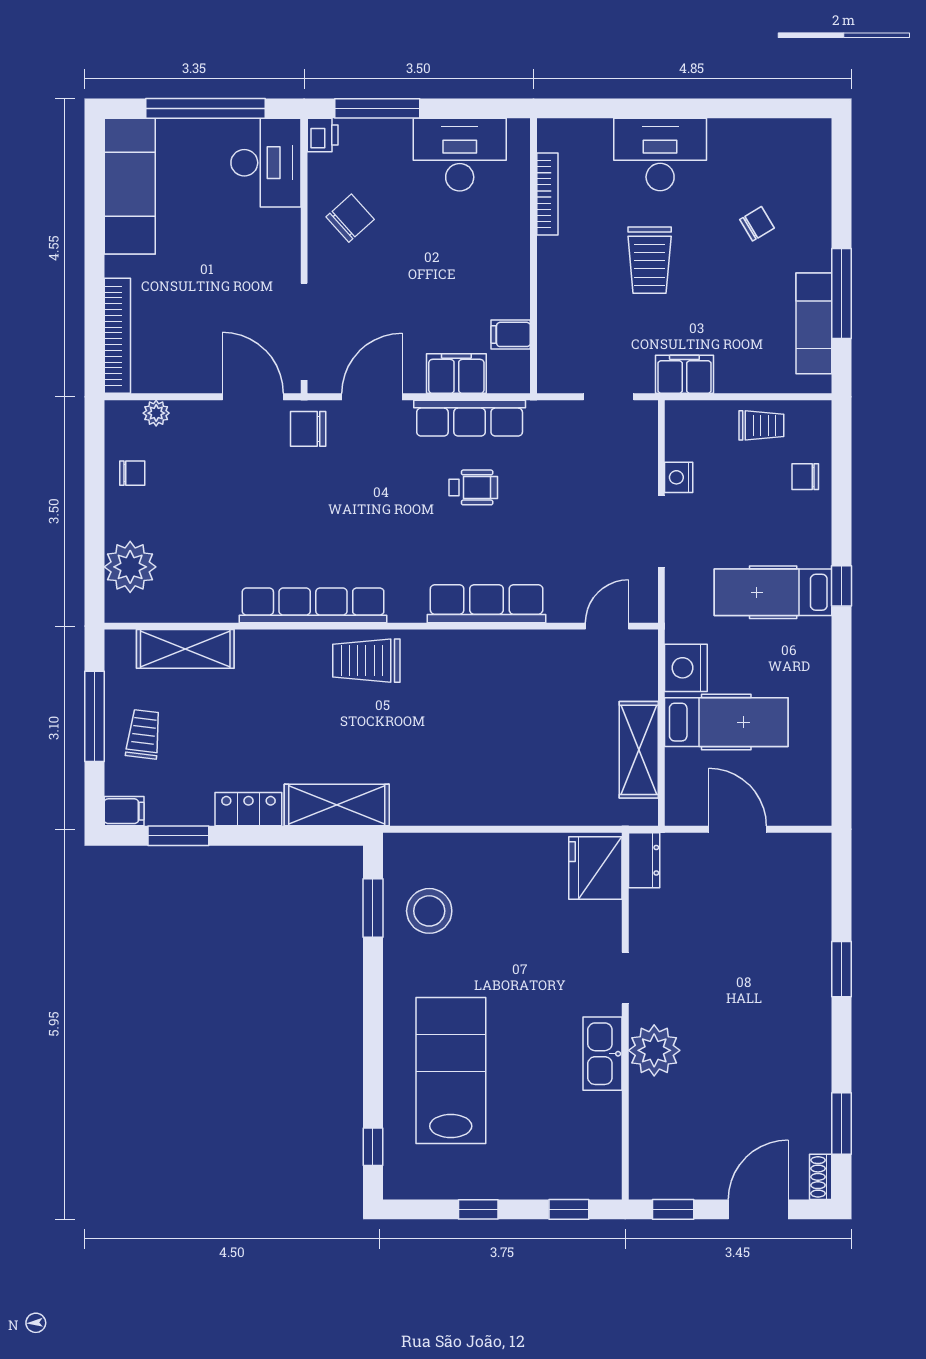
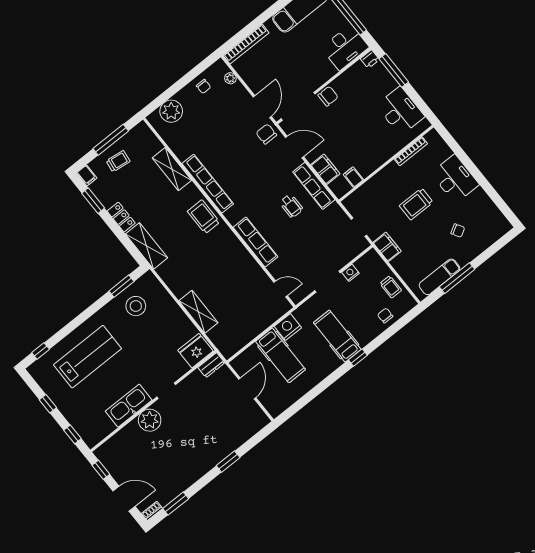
chair: (350, 218) -> (328, 96), moved, turned -48
shelving: (185, 649) -> (172, 169), moved
shelving: (639, 750) -> (198, 312), moved, turned 90
kitchen sink: (603, 1054) -> (129, 406), width x1.36, depth x1.24

